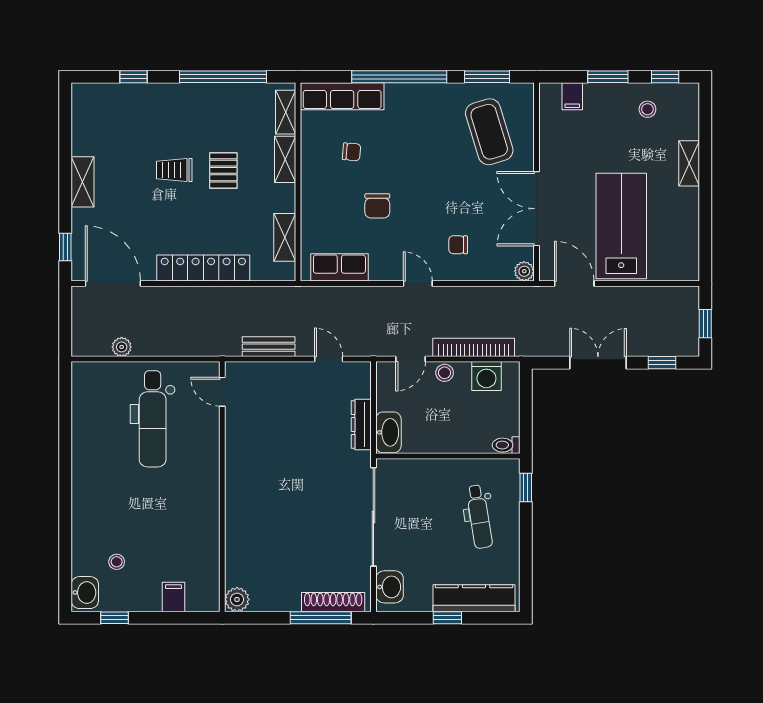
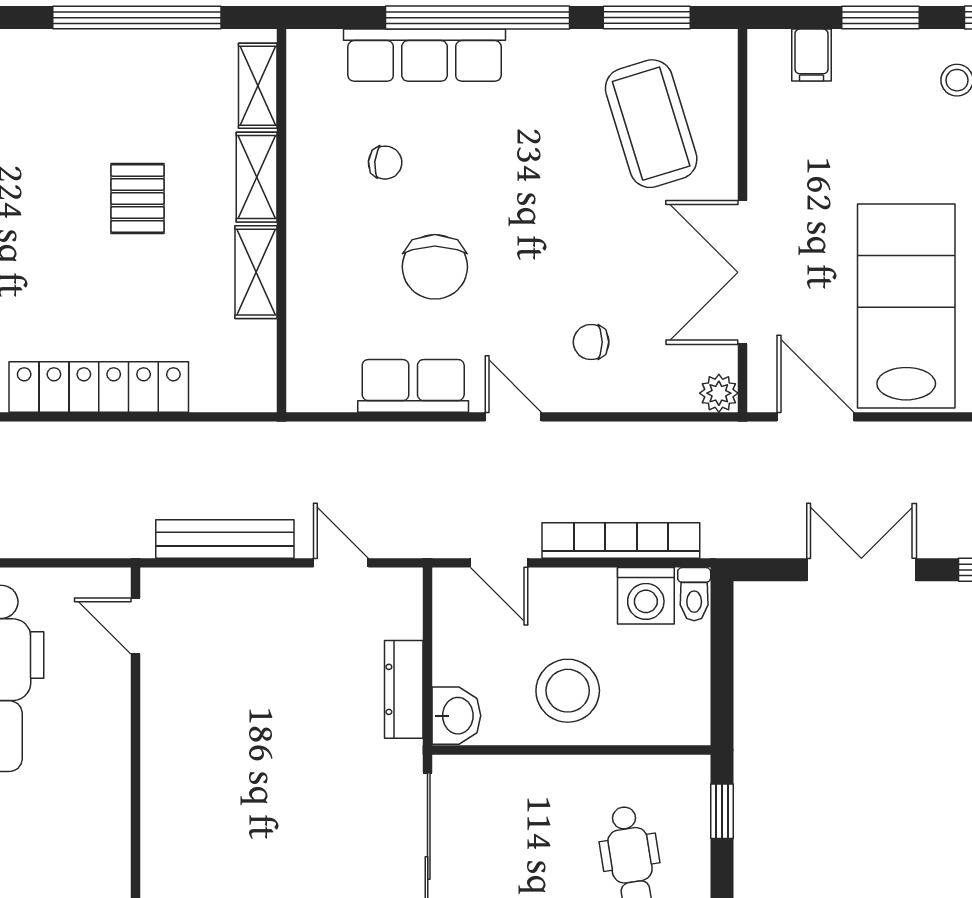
row of seats: (342, 96) -> (425, 55), moved
trolley: (174, 170) -> (43, 198), removed
chair: (377, 206) -> (435, 267), width x1.37, depth x1.37
shelving: (285, 237) -> (256, 272), moved
row of seats: (339, 267) -> (413, 386), moved
bench: (269, 347) -> (225, 539), width x1.36
door: (411, 359) -> (499, 563), hinge flipped
stool: (445, 373) -> (568, 691), moved, width x1.89, depth x1.89
washbasin: (388, 432) -> (456, 716), width x0.72
toilet: (506, 445) -> (694, 594), moved, turned -90

